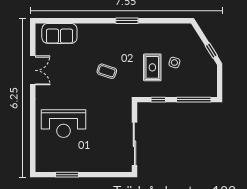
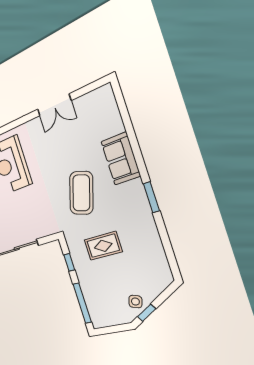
sofa: (59, 33) -> (121, 159), moved
side table: (174, 63) -> (135, 302), moved
coffee table: (107, 71) -> (81, 193), width x1.86, depth x1.72

